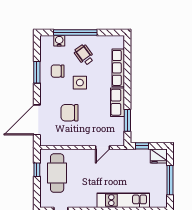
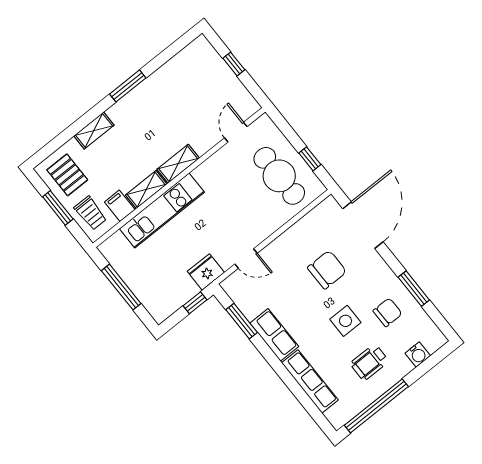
window: (75, 32) -> (376, 406), moved
wheelchair: (84, 55) -> (369, 362), turned 126
door: (103, 147) -> (246, 259), swing flipped
fridge: (159, 156) -> (206, 272), moved

